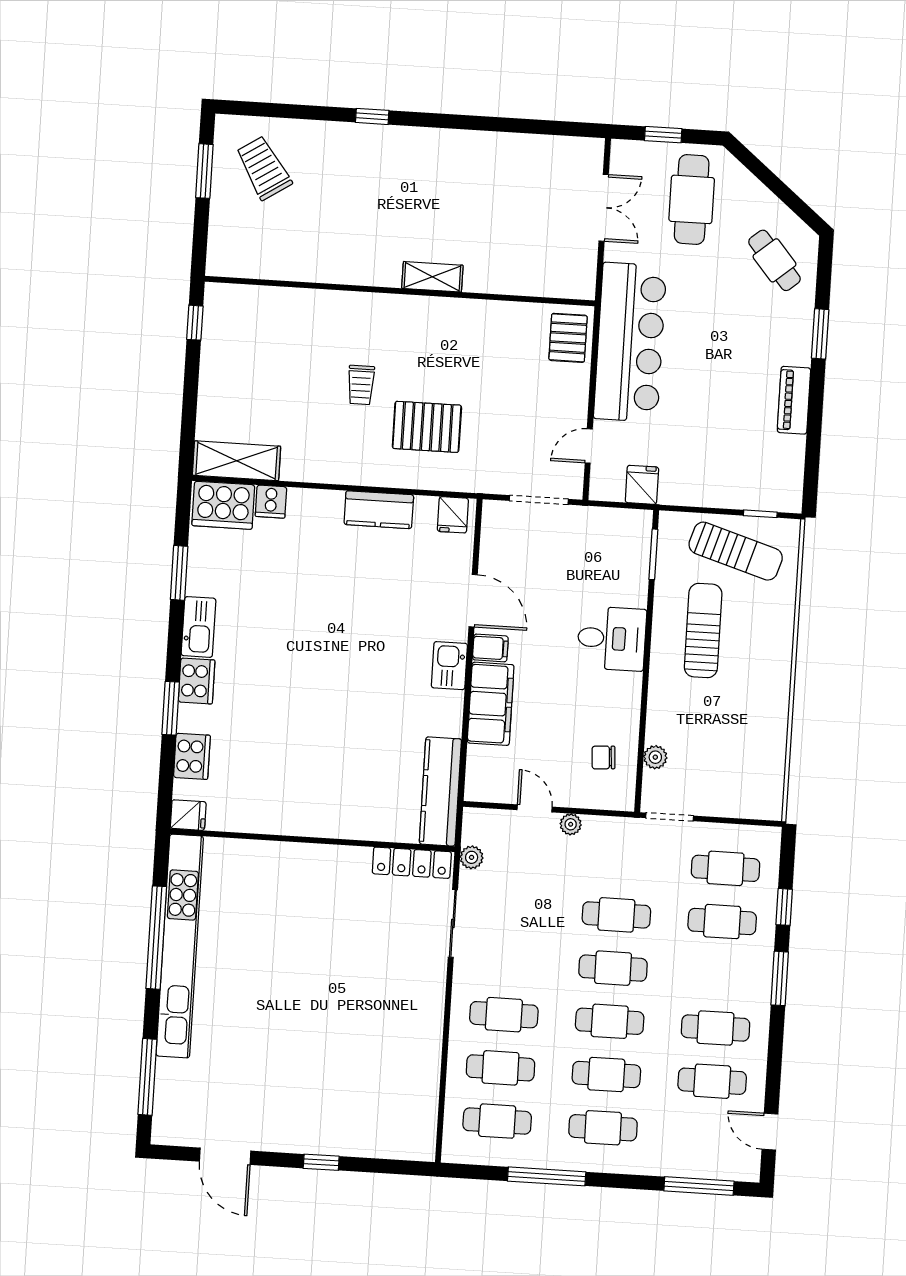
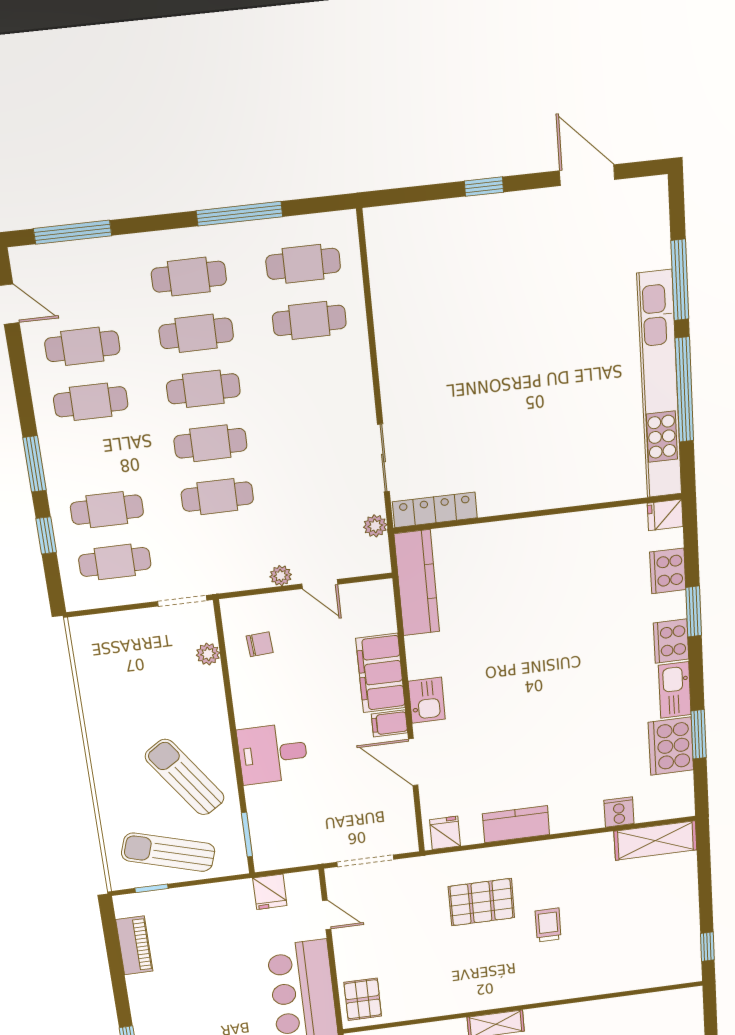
piano: (794, 400) -> (134, 945), moved
door: (589, 446) -> (327, 915), hinge flipped
cooker: (223, 505) -> (671, 746), moved, turned -90
sun lounger: (703, 631) -> (185, 777), turned 146
cafe table: (504, 1015) -> (315, 376), removed
window: (147, 1077) -> (680, 280), moved

